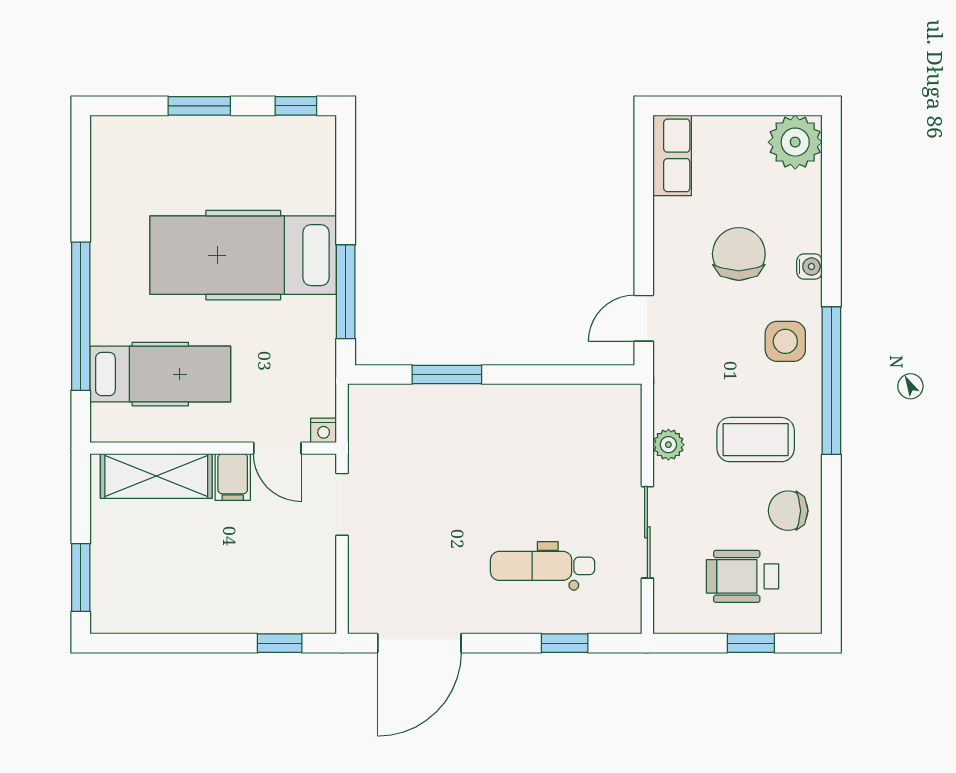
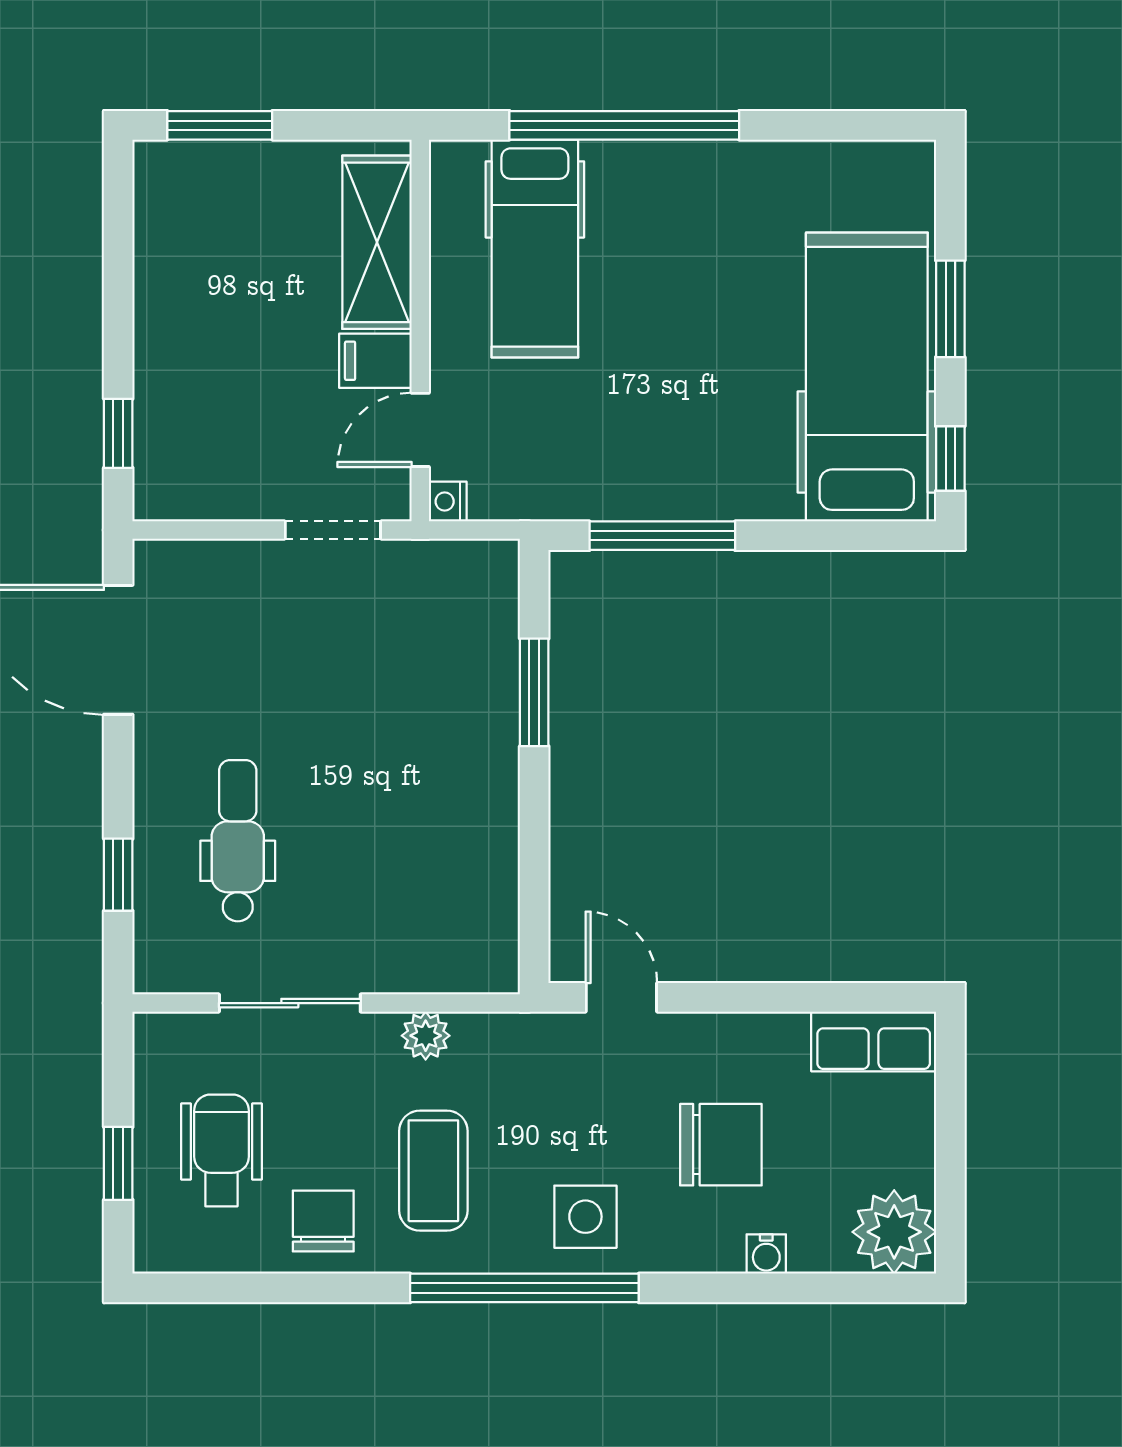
hospital bed: (243, 255) -> (867, 377), moved
water cooler: (809, 267) -> (766, 1254), moved

